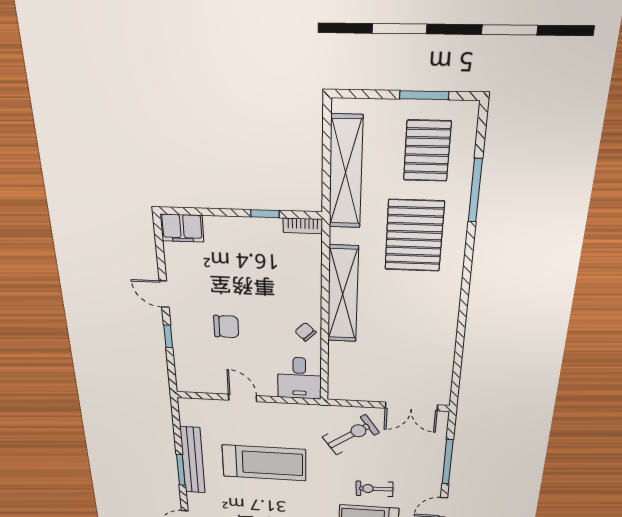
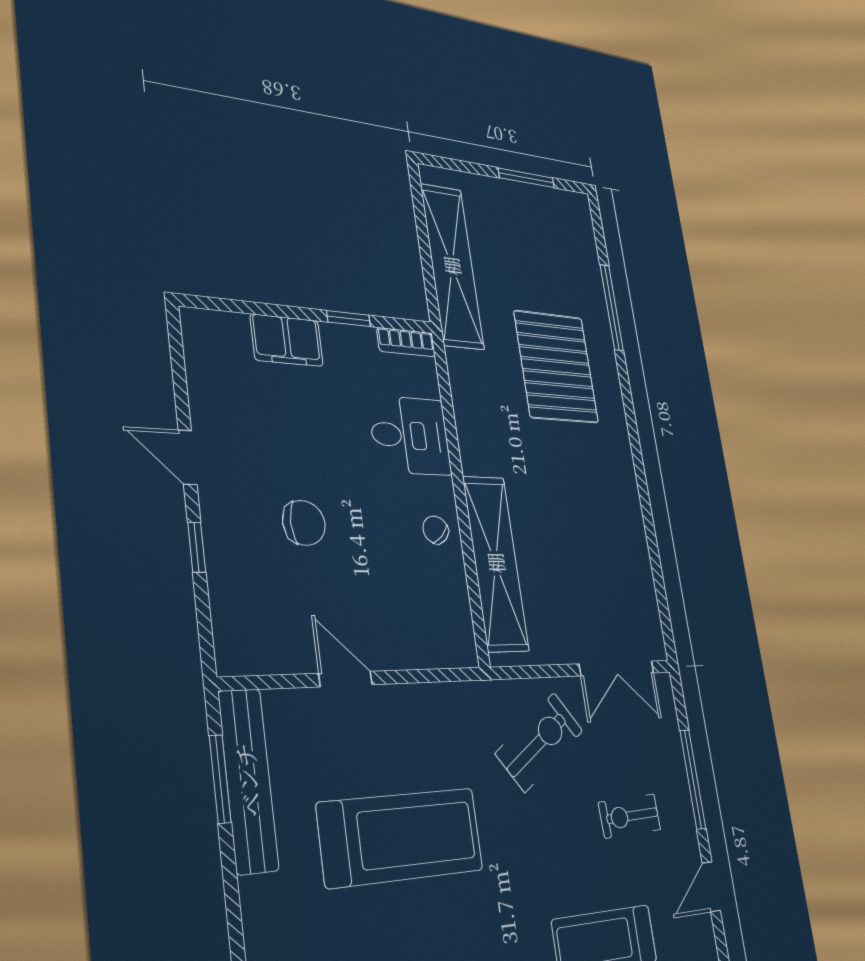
pallet: (427, 151) -> (545, 249), removed
filing cabinet: (182, 228) -> (287, 340), moved
shelving: (343, 294) -> (496, 563), moved
desk: (299, 378) -> (410, 436), moved, turned -90
bench: (193, 460) -> (248, 780), moved
window: (181, 470) -> (220, 779), moved
exercise bike: (374, 489) -> (630, 816), moved

